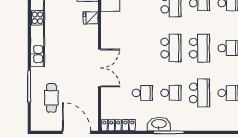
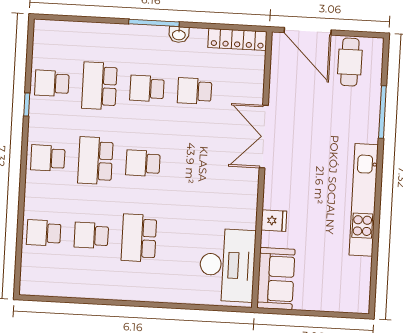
school desk: (171, 48) -> (143, 163), width x0.54
cafe table: (51, 98) -> (350, 62), moved
washbasin: (159, 124) -> (179, 35), width x0.52, depth x0.69

